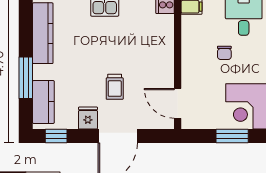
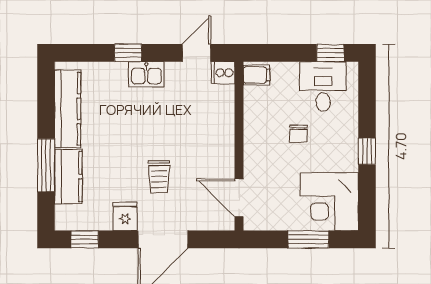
kitchen counter: (43, 102) -> (68, 176), moved

